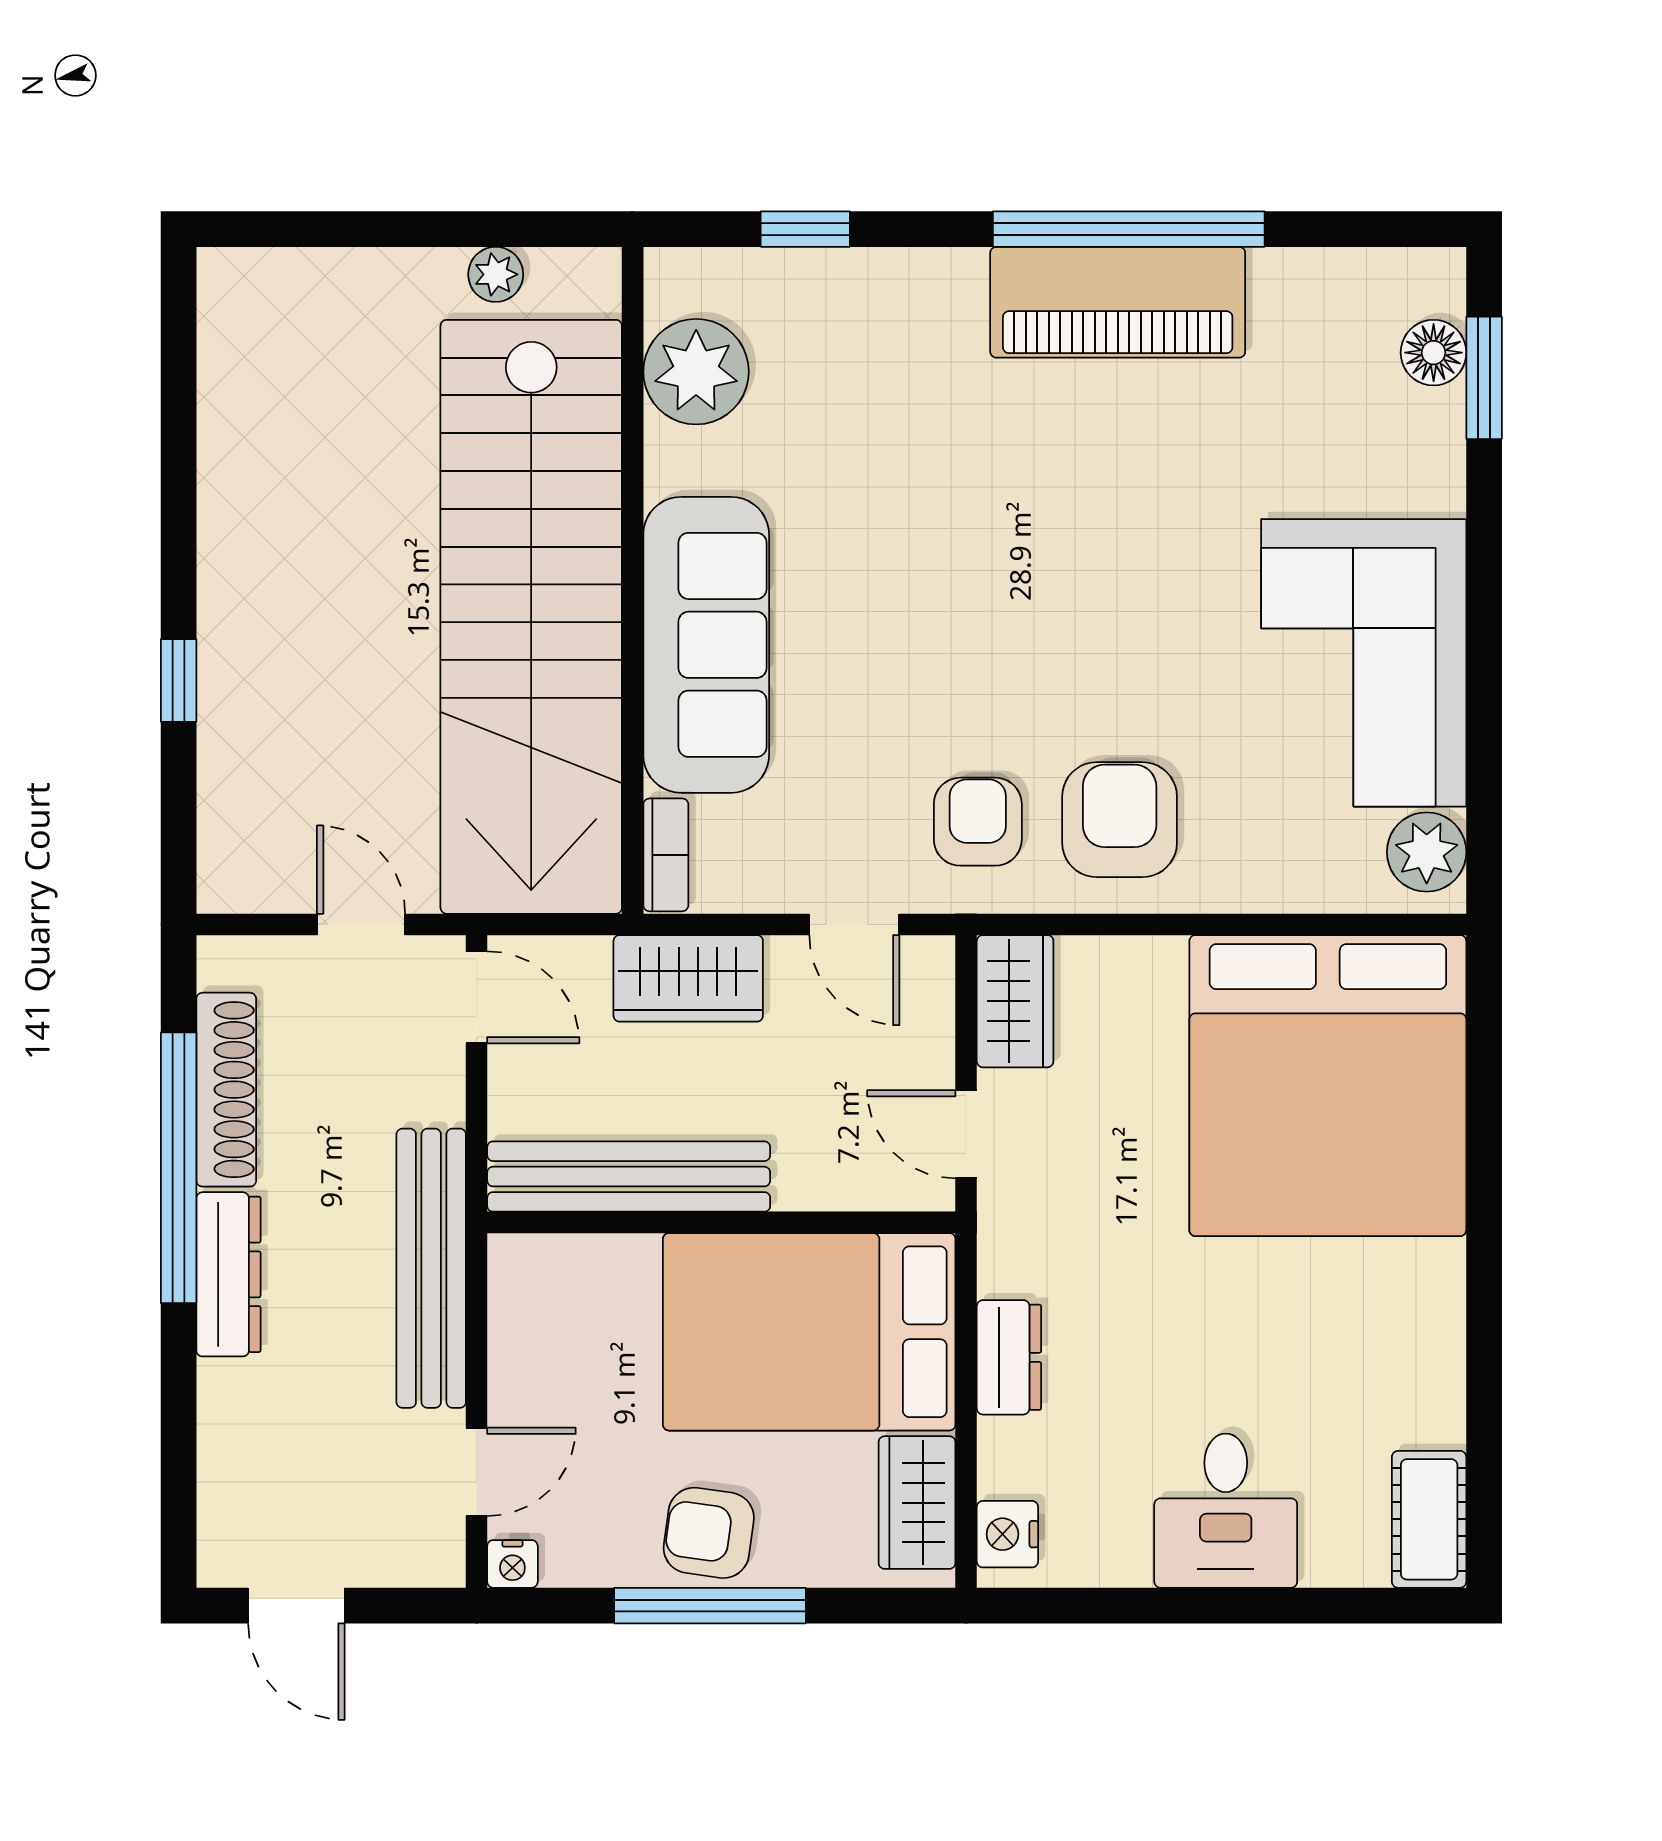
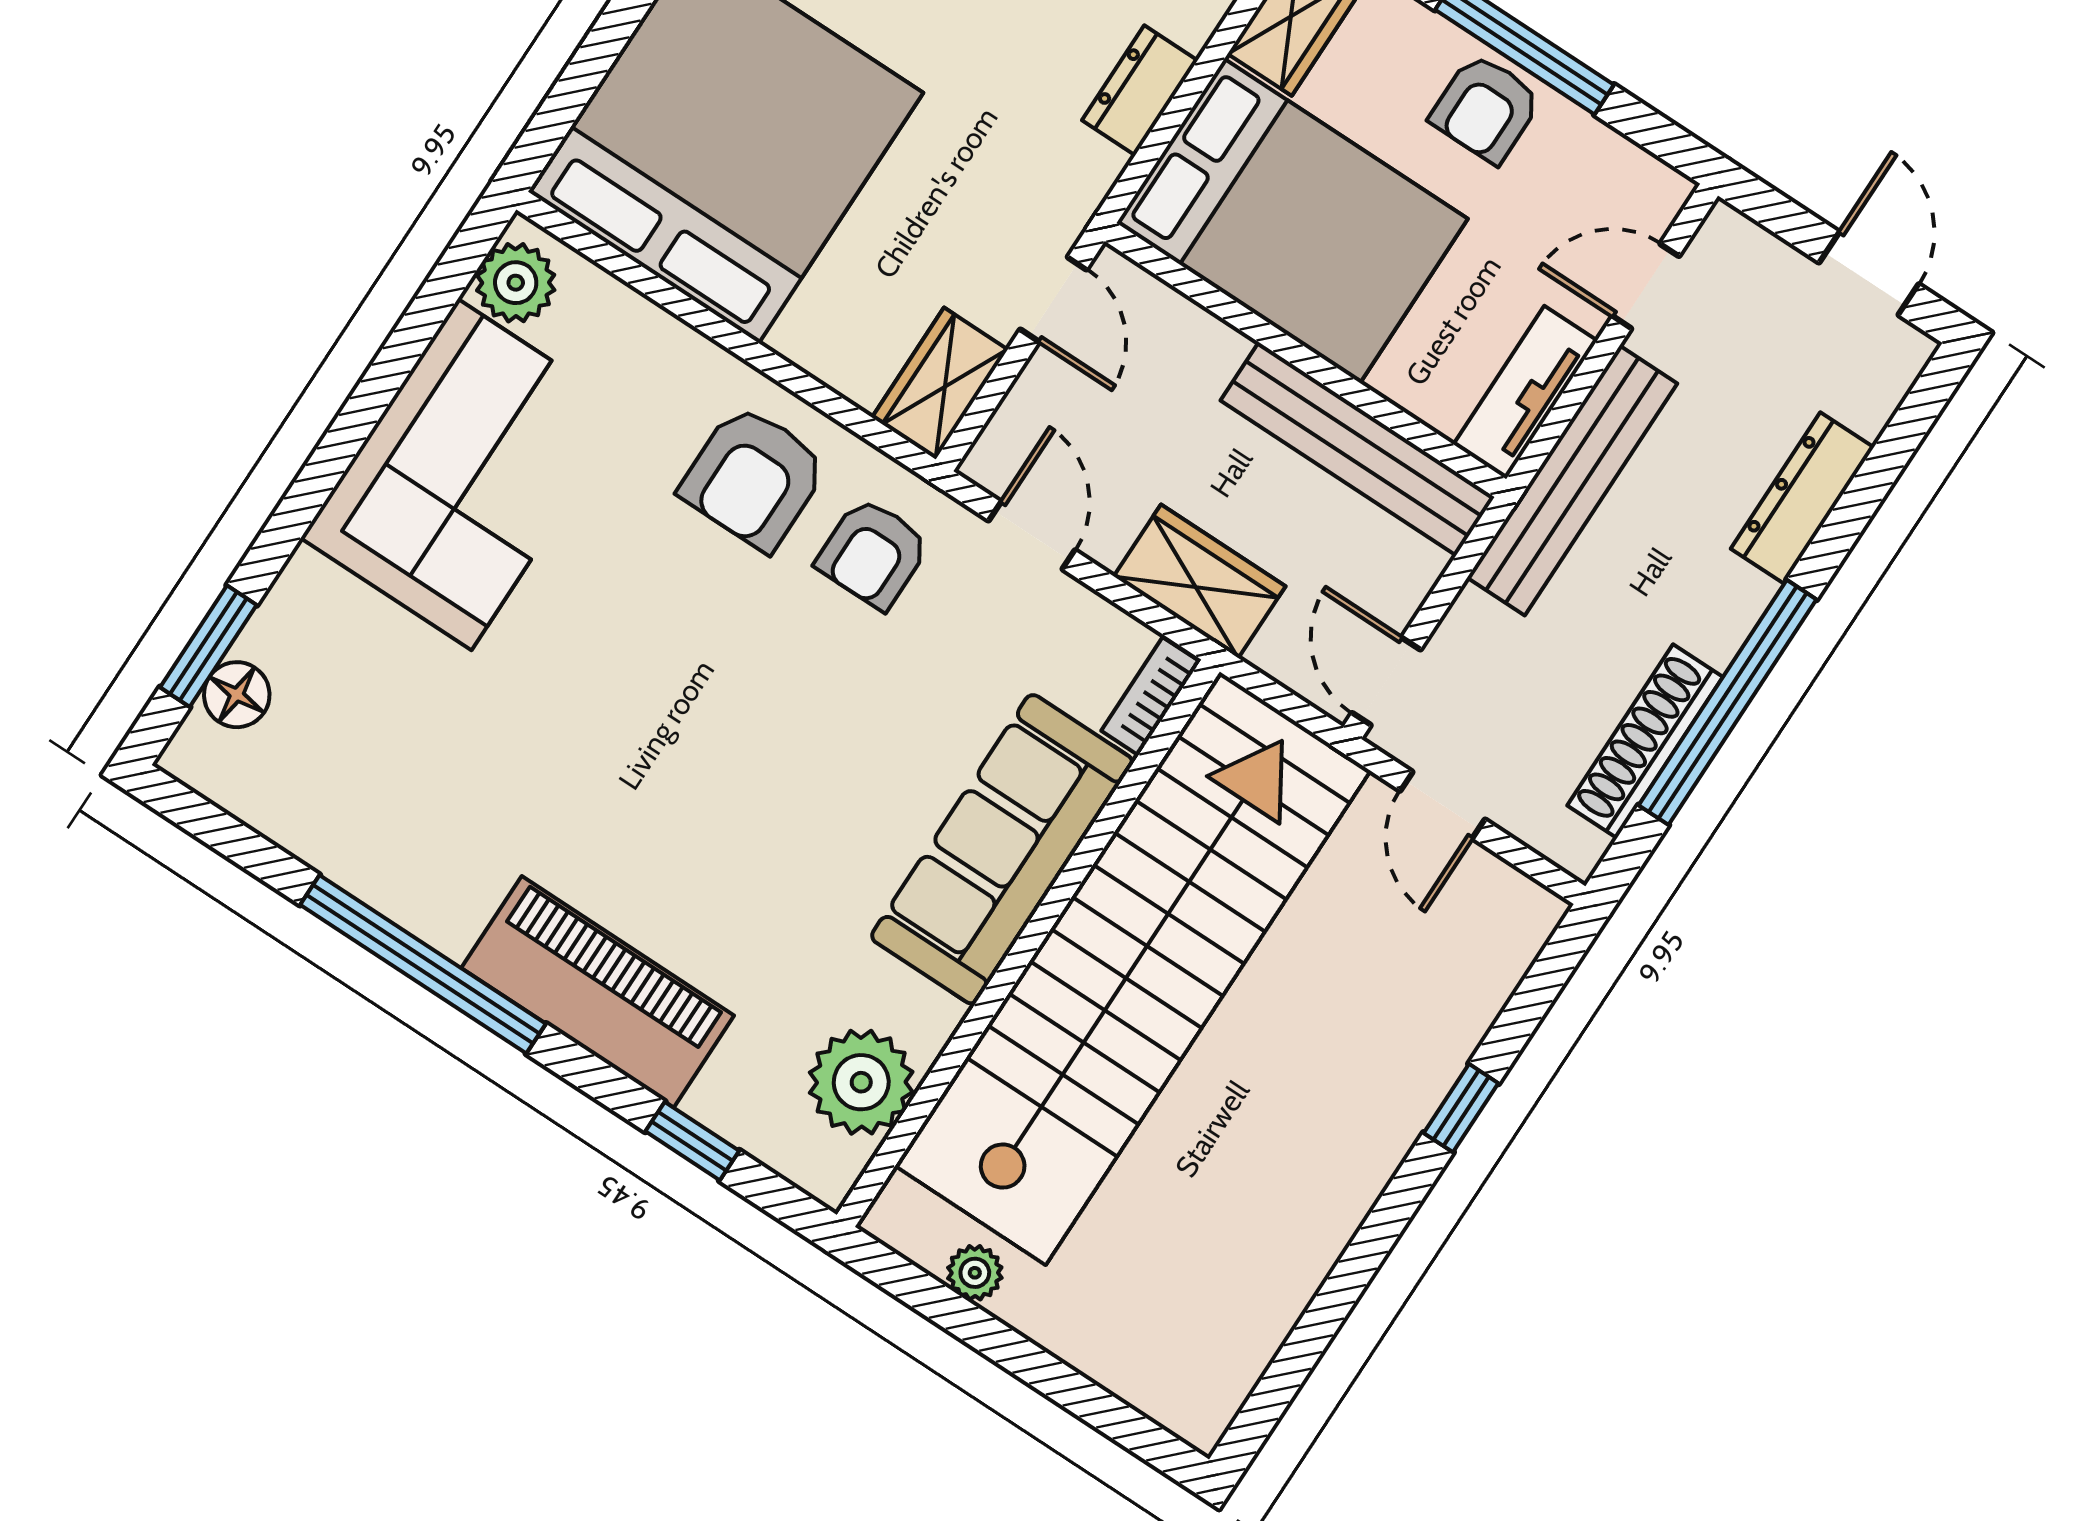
piano: (1118, 302) -> (598, 992), moved
dresser: (228, 1274) -> (1802, 498), moved
tv unit: (519, 1316) -> (1525, 392), added
armchair: (709, 1533) -> (1486, 108), turned 82
nightstand: (512, 1564) -> (1666, 190), removed

